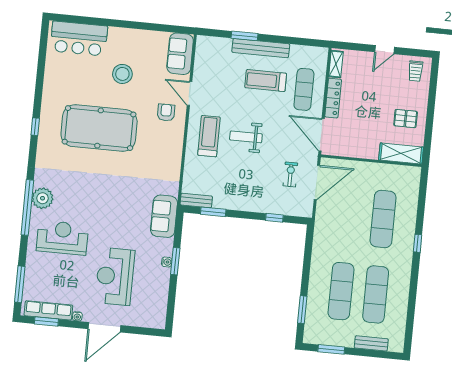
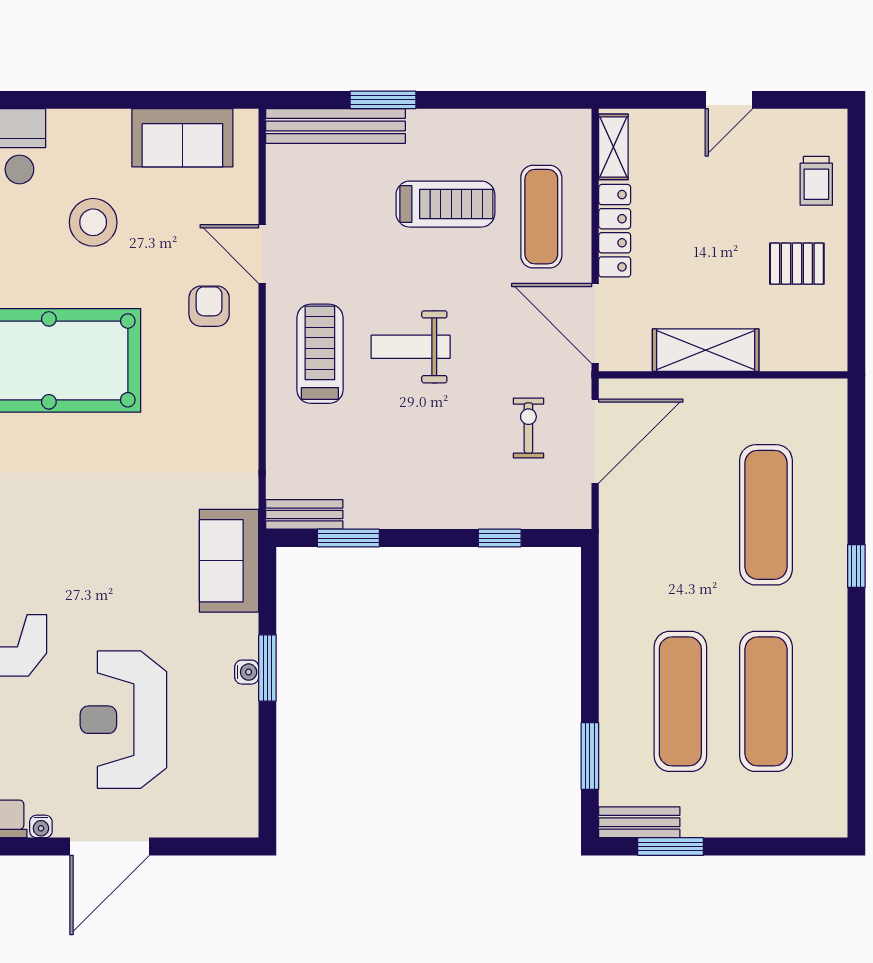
bench: (261, 48) -> (335, 126), moved
sofa: (180, 54) -> (182, 138), moved, turned -90
trolley: (415, 71) -> (816, 181), moved
treadmill: (266, 81) -> (445, 204), turned 180
shelving: (401, 153) -> (706, 350), moved
bench: (371, 343) -> (639, 822), moved

